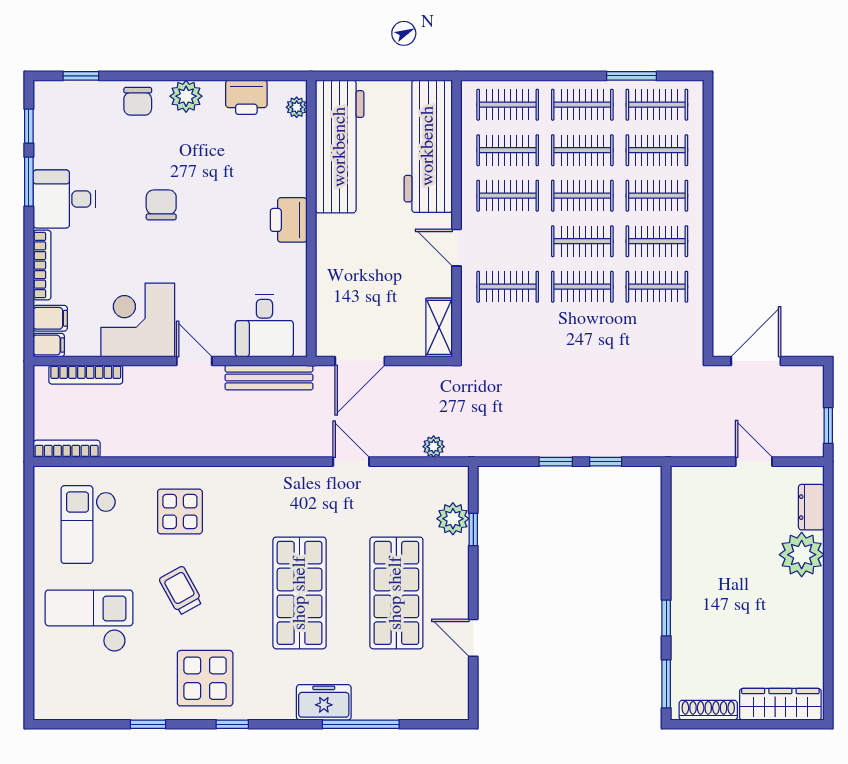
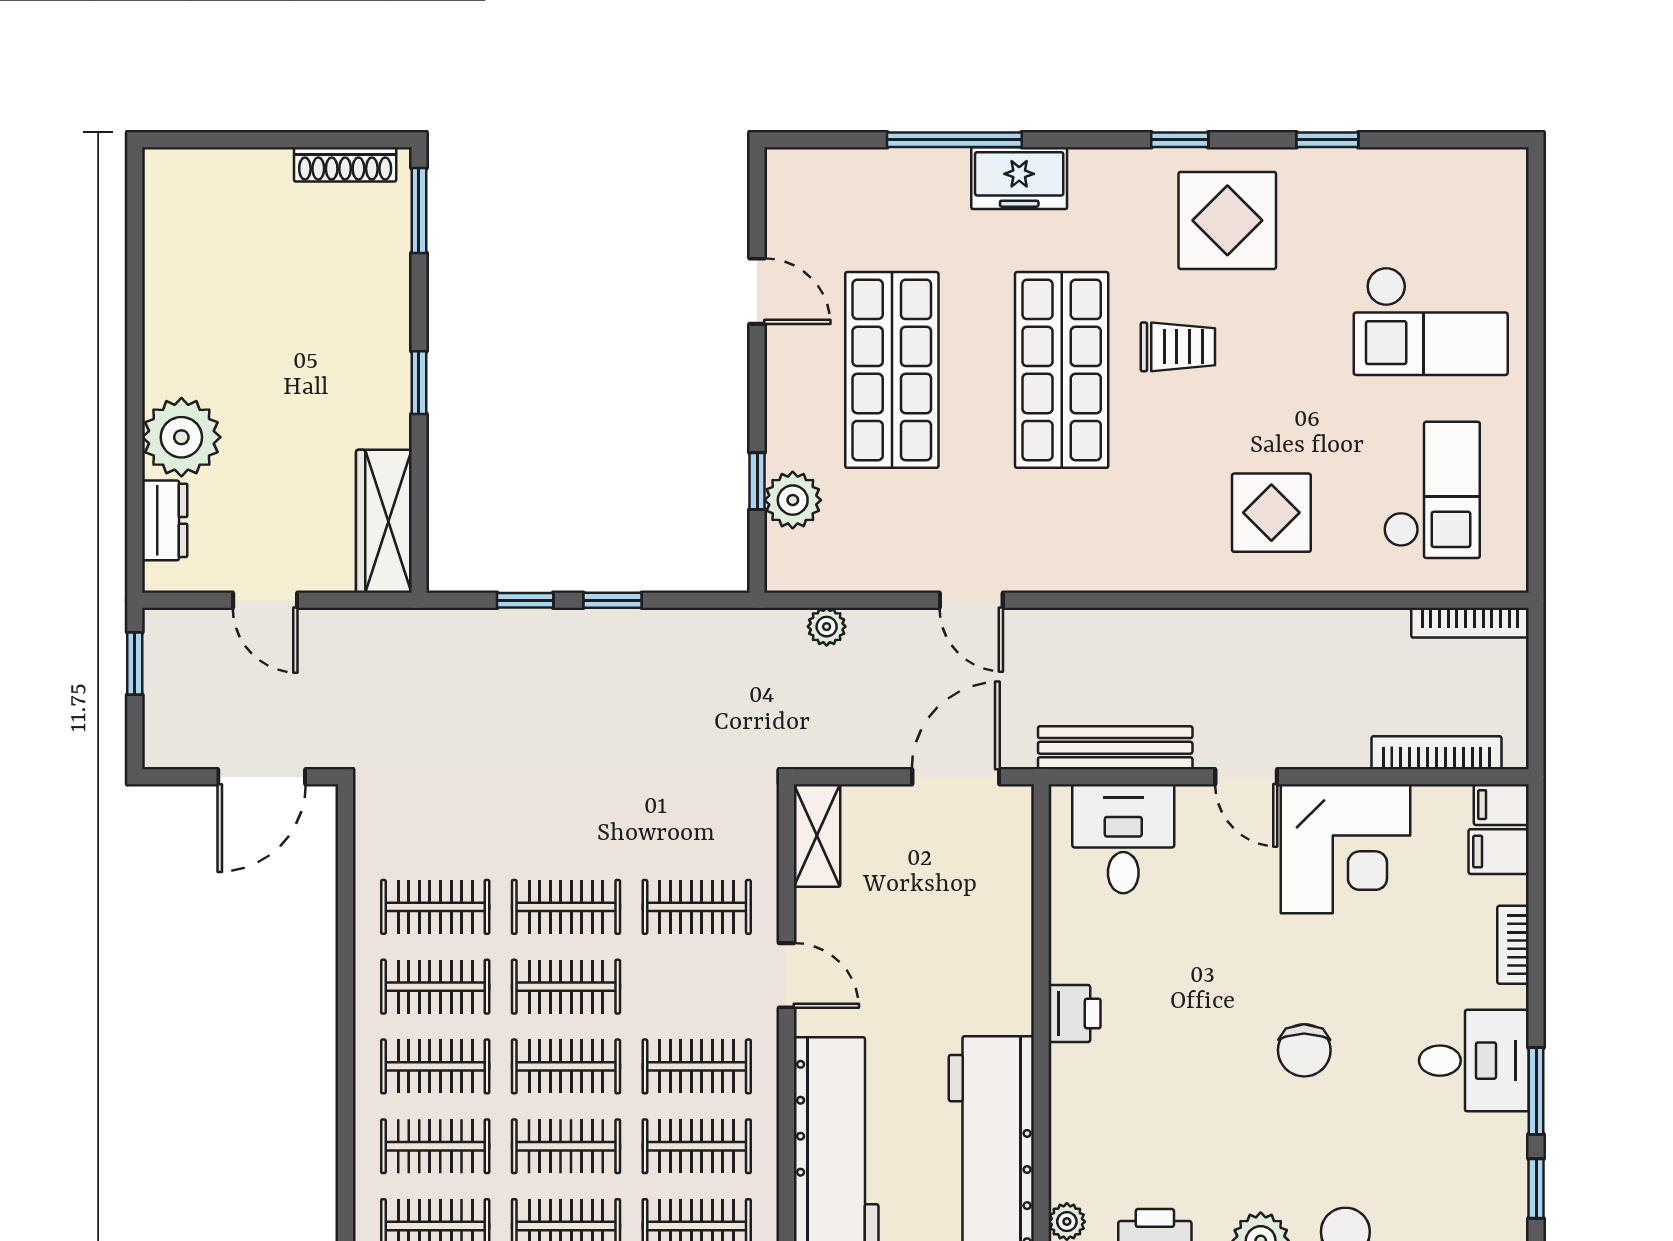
printer: (289, 220) -> (1075, 1014), width x0.73, depth x0.81
bookcase: (42, 265) -> (1513, 945), width x0.64
trolley: (181, 591) -> (1178, 347), moved, turned -61
window: (666, 618) -> (419, 383), moved
wardrobe: (780, 704) -> (384, 521), moved, turned 90

